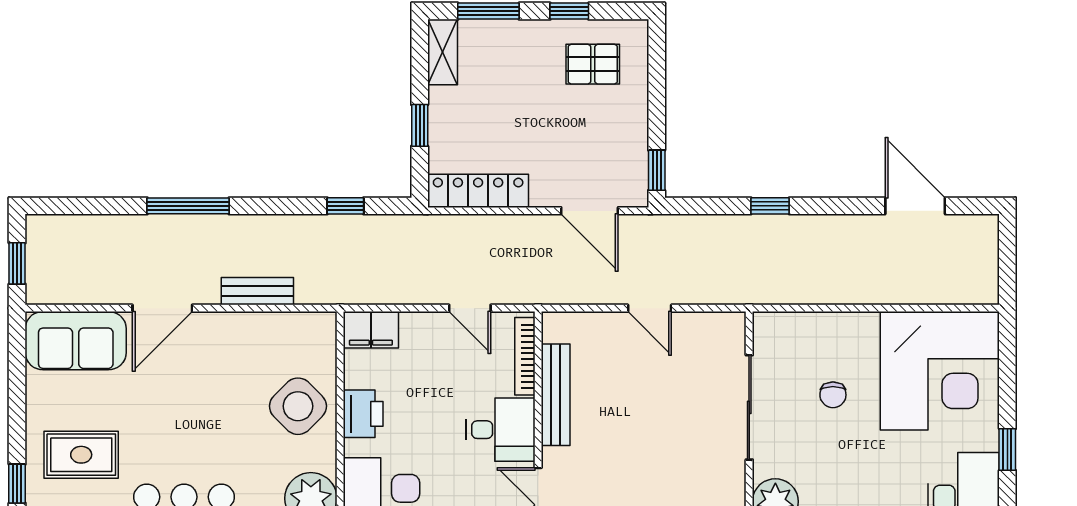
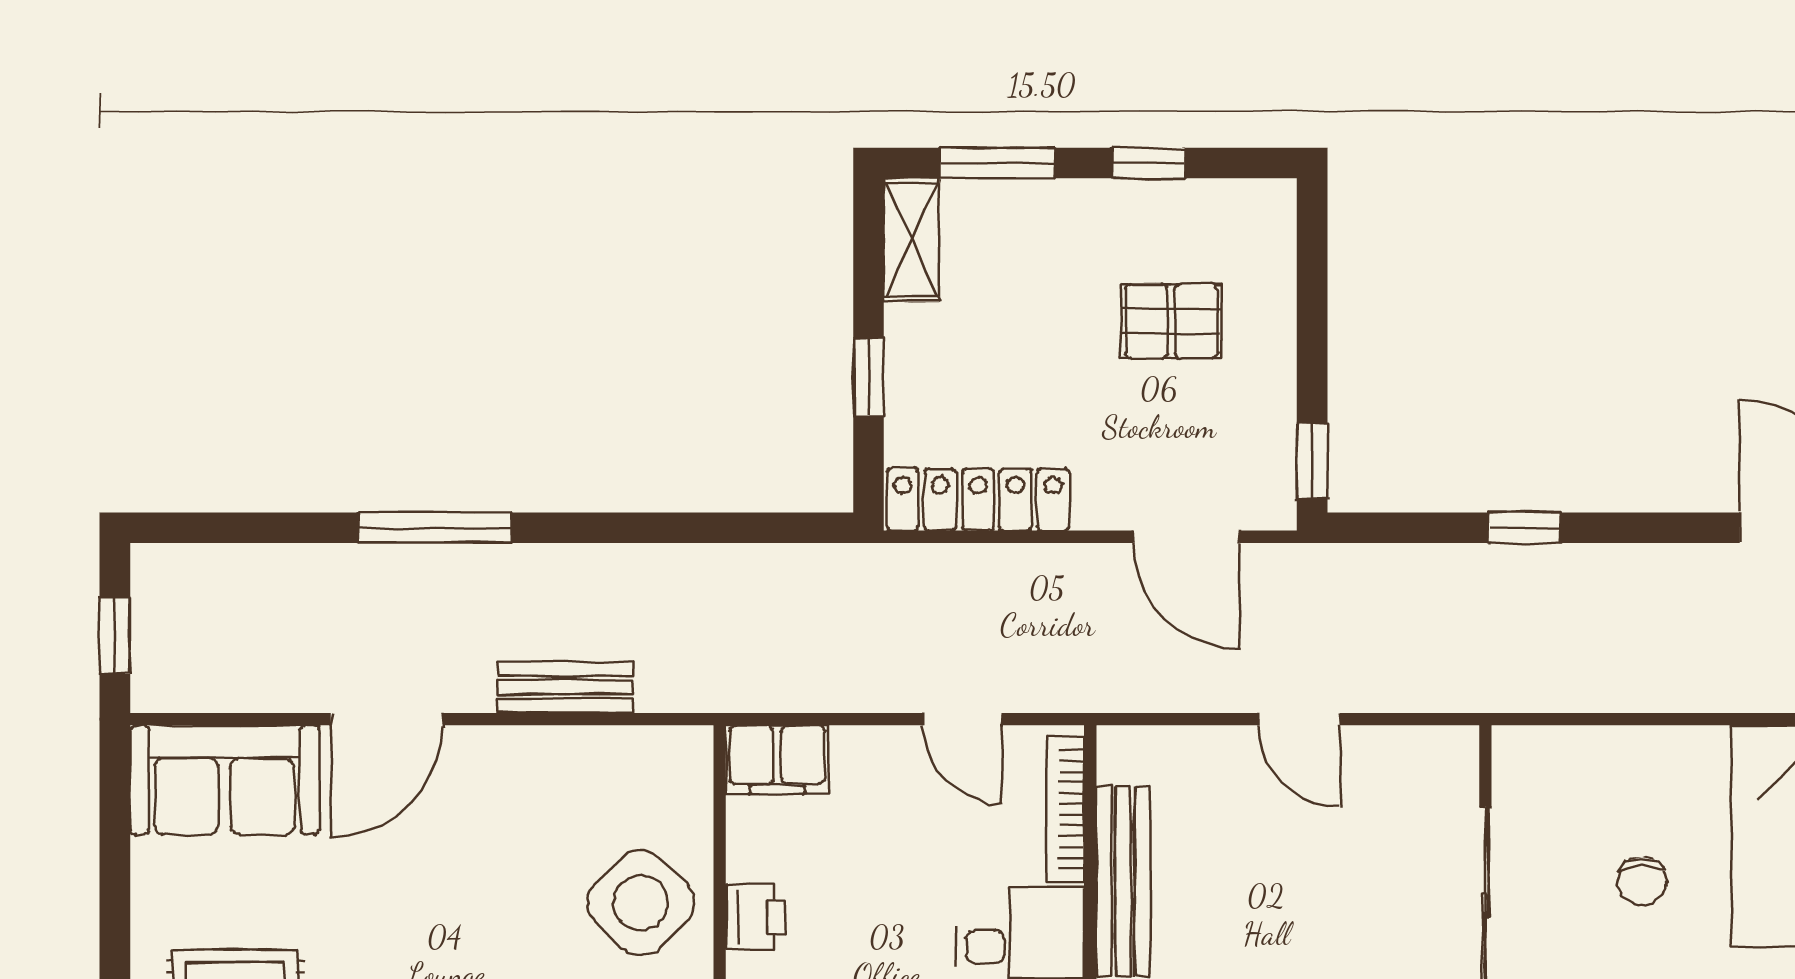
pallet: (593, 64) -> (1171, 321), moved
window: (345, 206) -> (729, 528), removed
printer: (363, 414) -> (755, 917), width x0.73, depth x0.81

